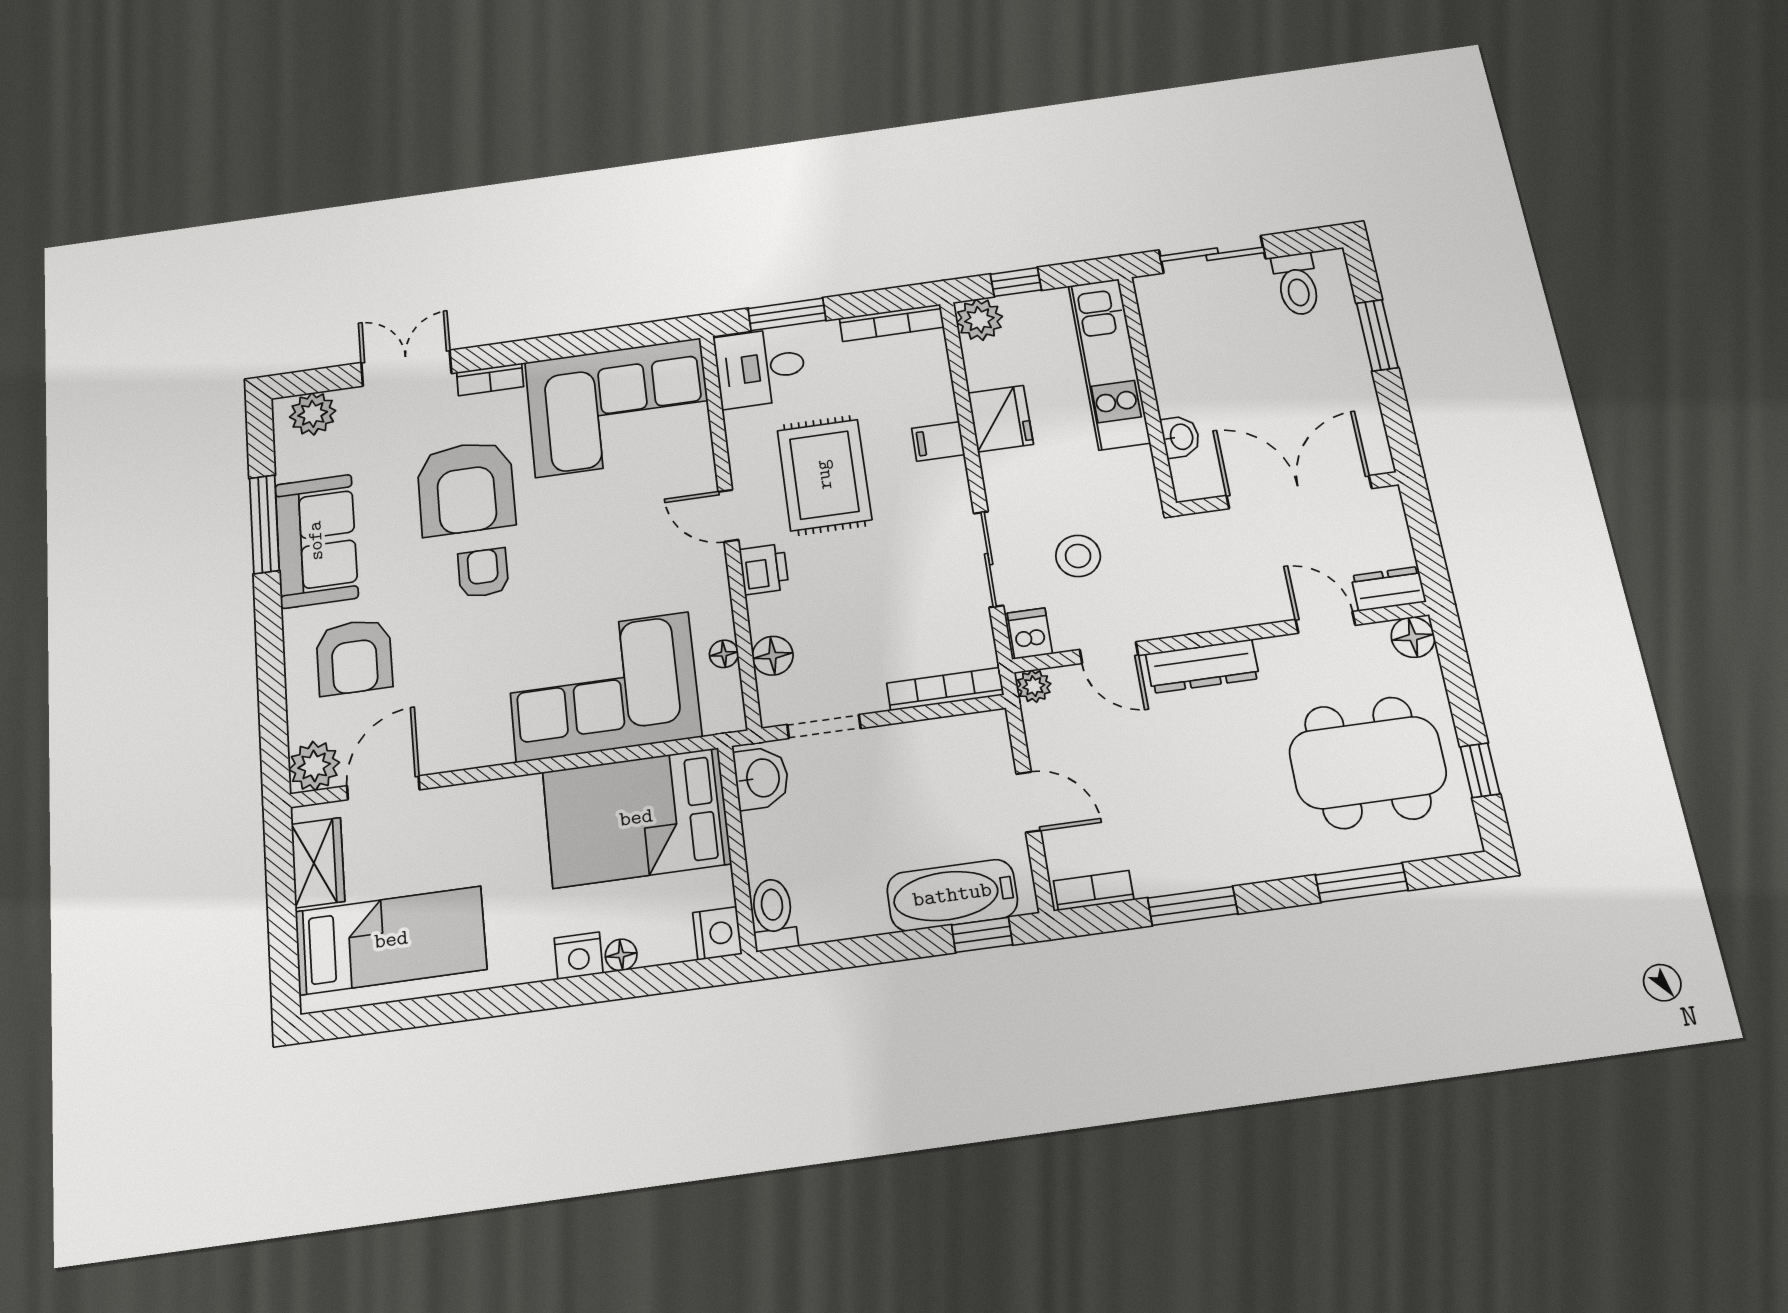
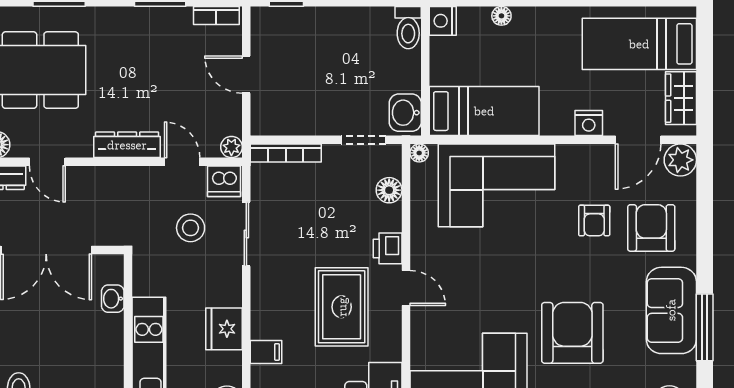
filing cabinet: (938, 441) -> (266, 352), moved
armchair: (483, 573) -> (594, 221), moved
dishwasher: (1030, 634) -> (224, 181), width x1.38
floor lamp: (724, 654) -> (419, 153), moved
bed: (636, 818) -> (484, 111), width x0.67
bathtub: (952, 895) -> (300, 24), removed
nightstand: (579, 956) -> (589, 123), moved, turned 180

